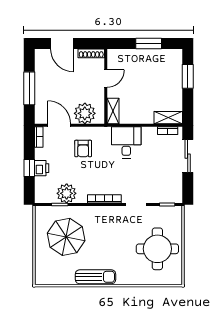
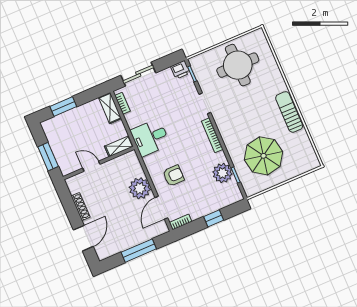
door: (106, 78) -> (91, 166), moved
wall: (106, 86) -> (99, 163), moved
shelving: (113, 111) -> (119, 146), moved
printer: (42, 168) -> (180, 70), moved, turned 180

